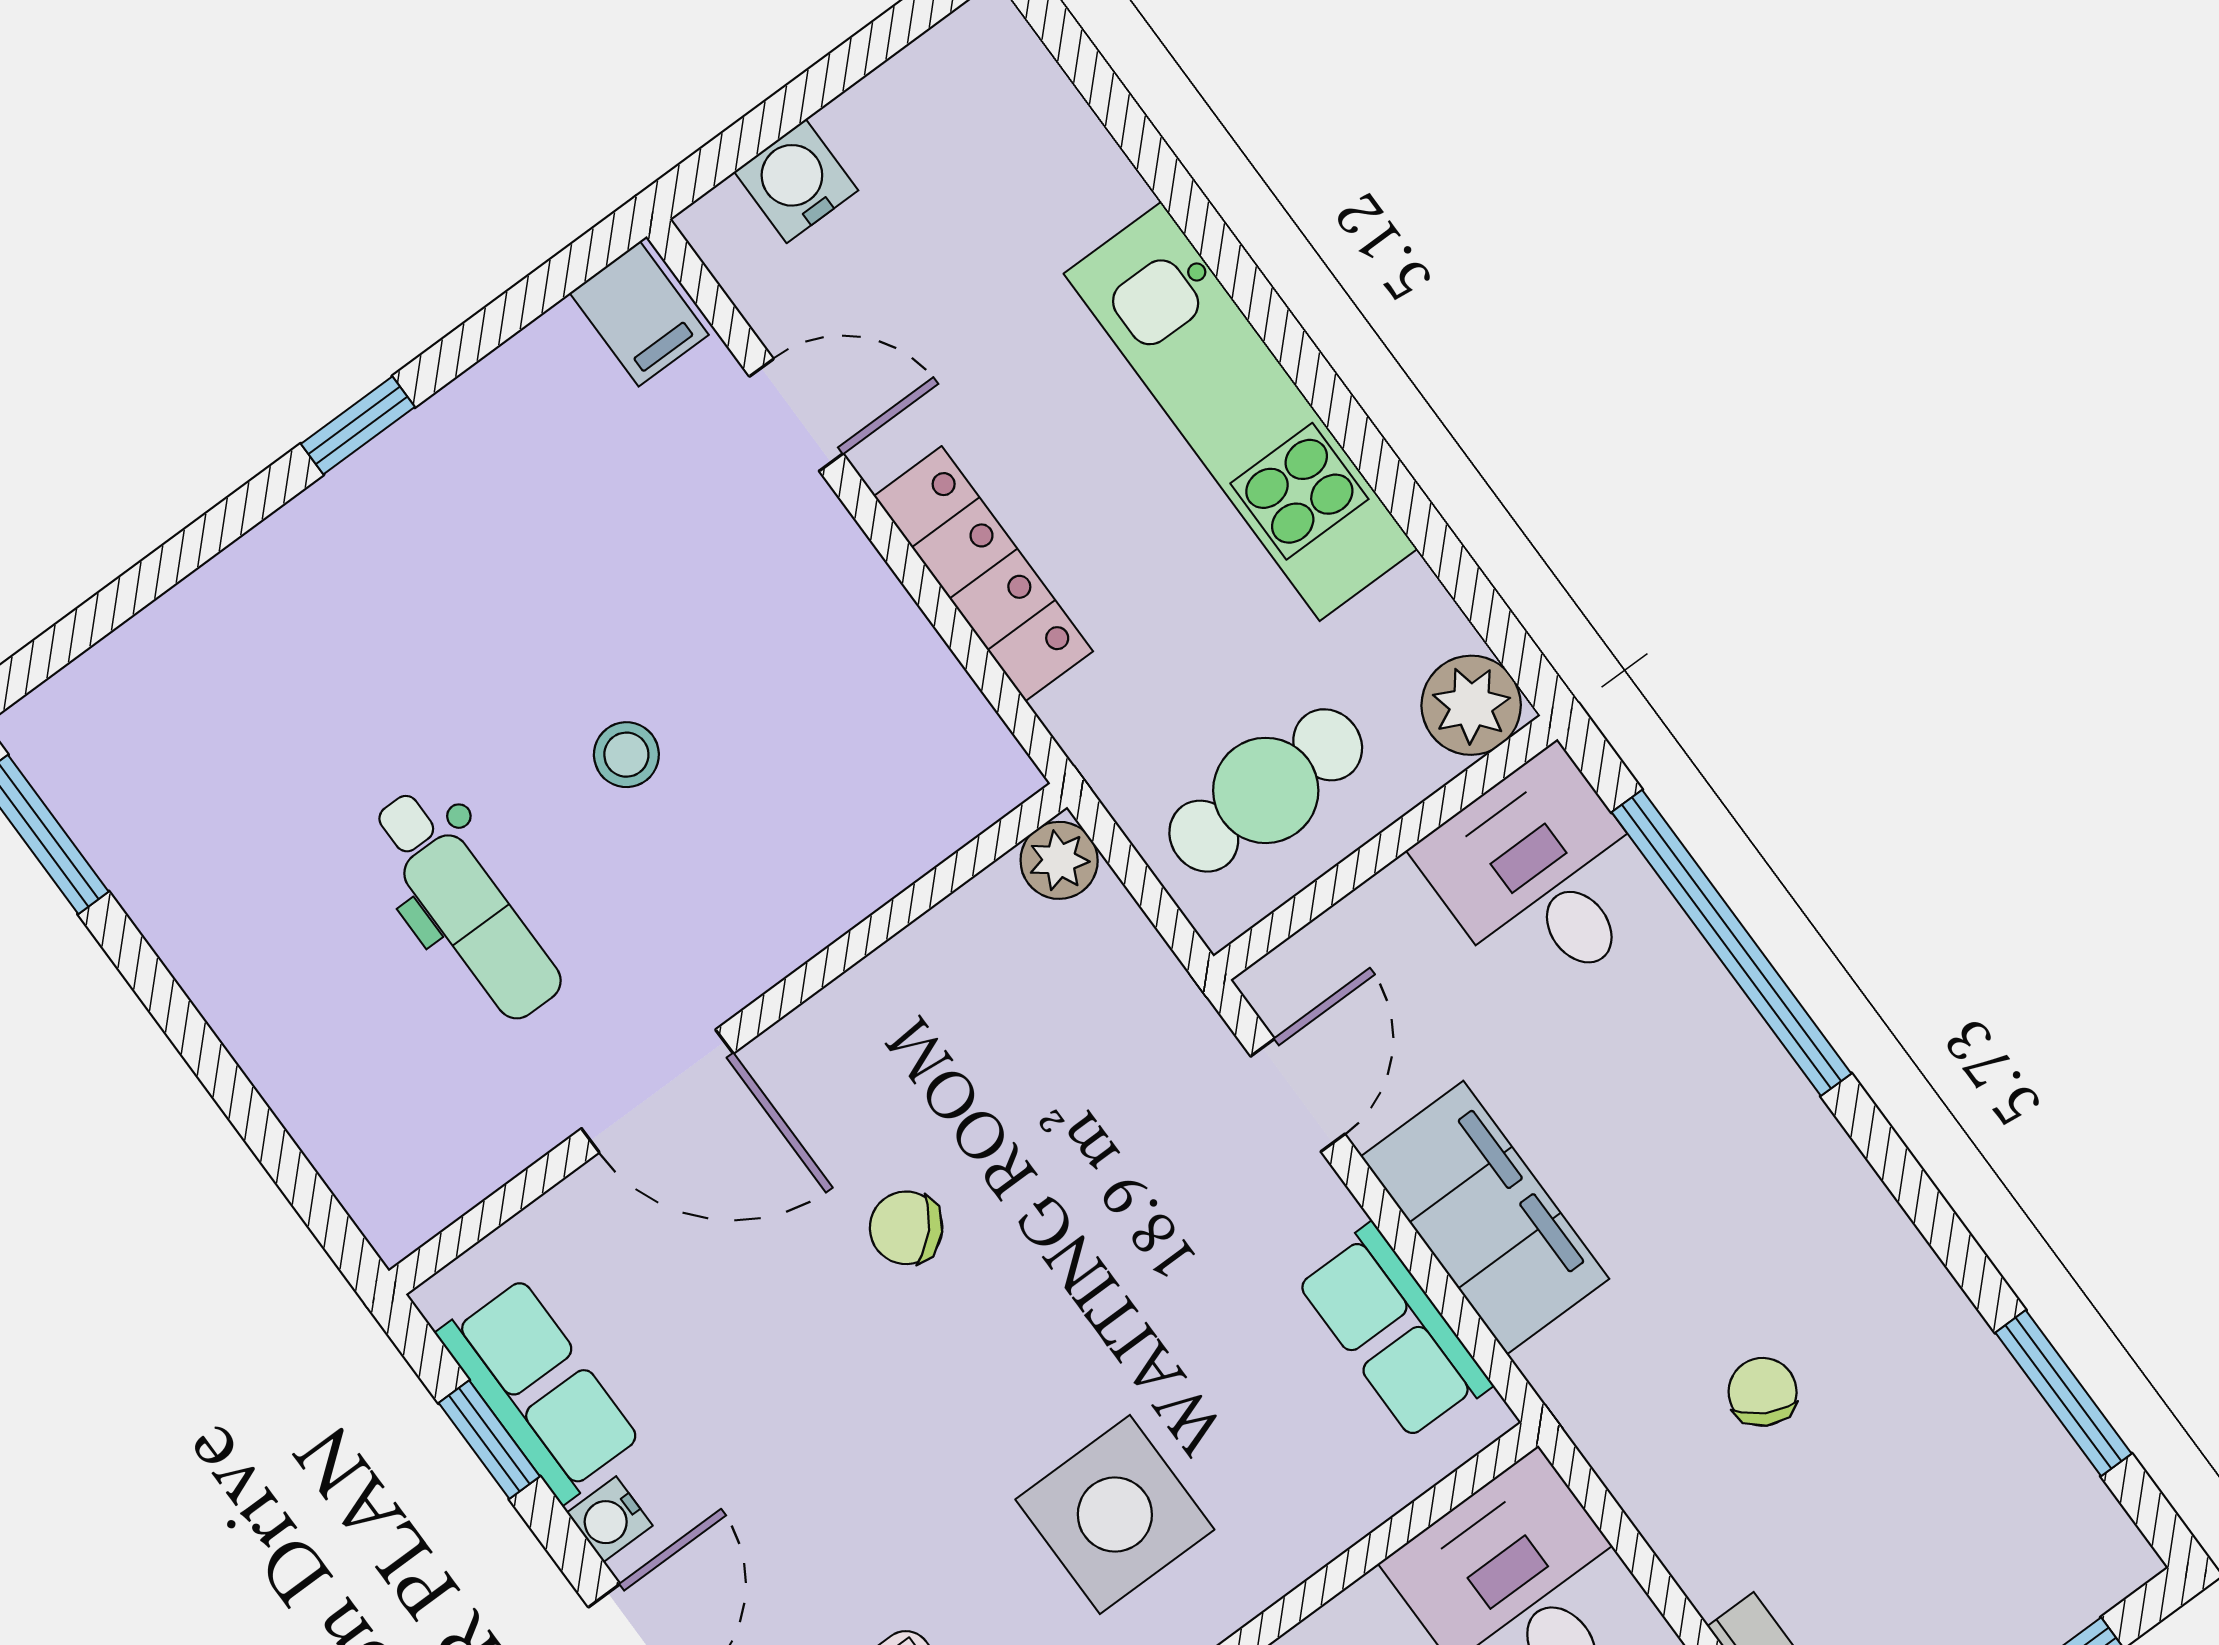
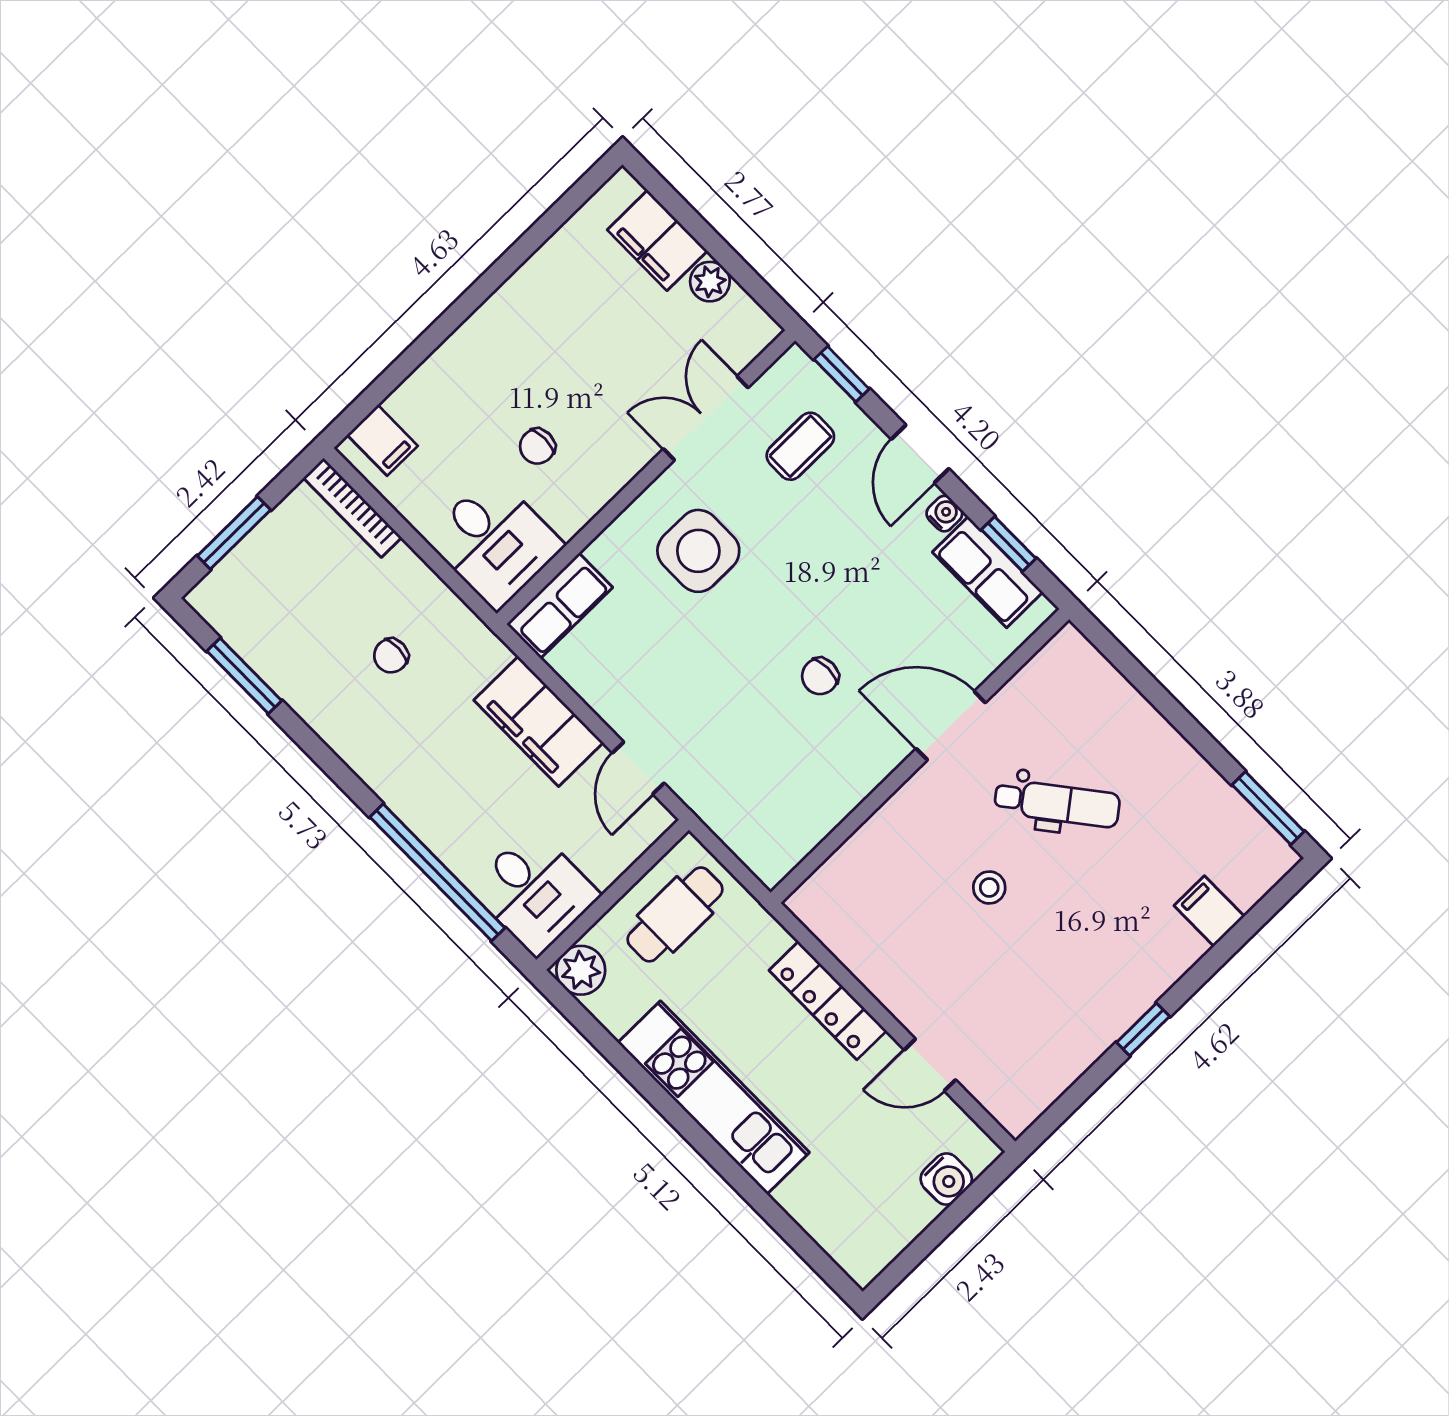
filing cabinet: (639, 314) -> (1209, 911), moved
plant: (1059, 860) -> (771, 866), removed
dental chair: (466, 905) -> (1057, 803), turned 142
chair: (906, 1228) -> (820, 676), turned 137
row of seats: (1394, 1332) -> (560, 606), moved, turned 90
chair: (1763, 1392) -> (391, 656), turned 63

